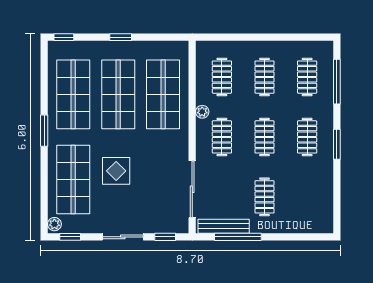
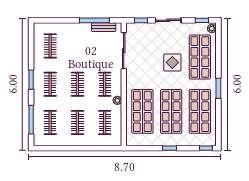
clothes rail: (264, 197) -> (50, 46), moved
bench: (224, 226) -> (104, 27), width x0.73

